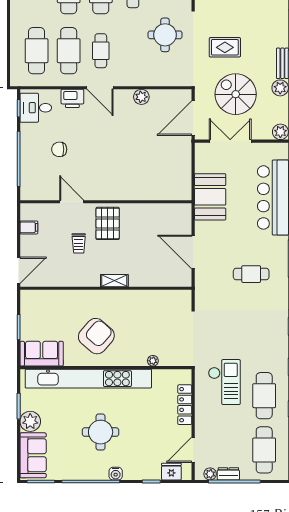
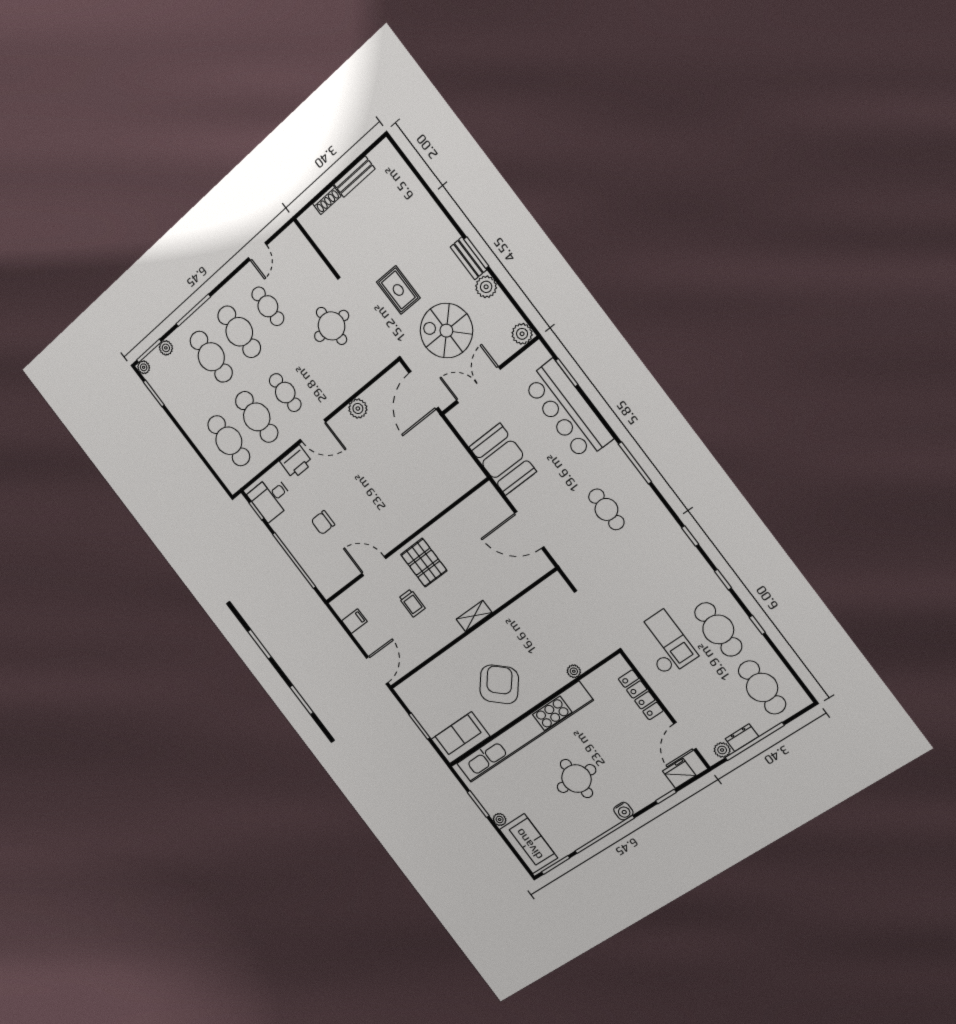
rug: (225, 47) -> (398, 290), turned 90
cafe table: (251, 274) -> (606, 509), turned 90
plant: (30, 421) -> (500, 819), width x0.53, depth x0.53

